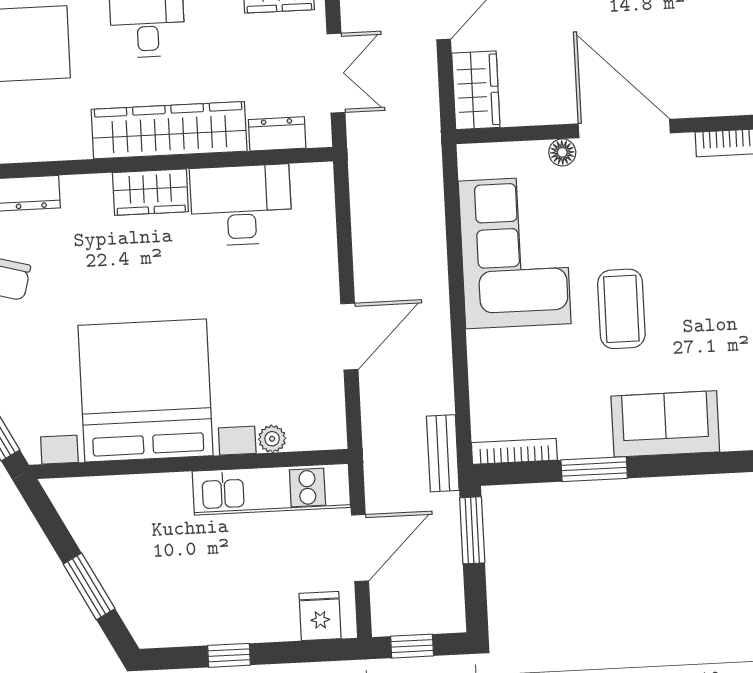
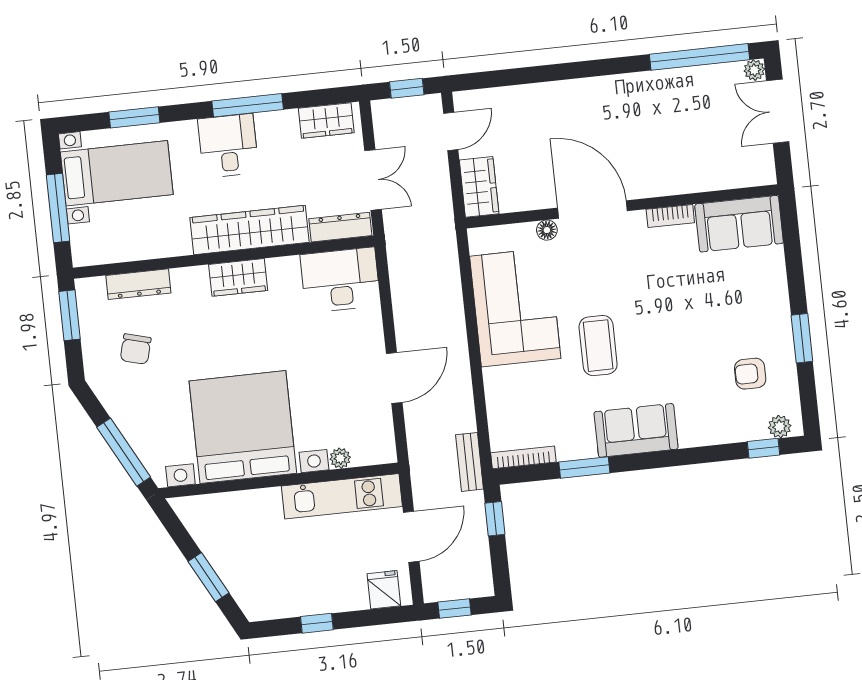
dresser: (277, 134) -> (340, 227), width x1.44
desk: (241, 205) -> (340, 280), moved
window: (472, 530) -> (495, 519), width x0.67

